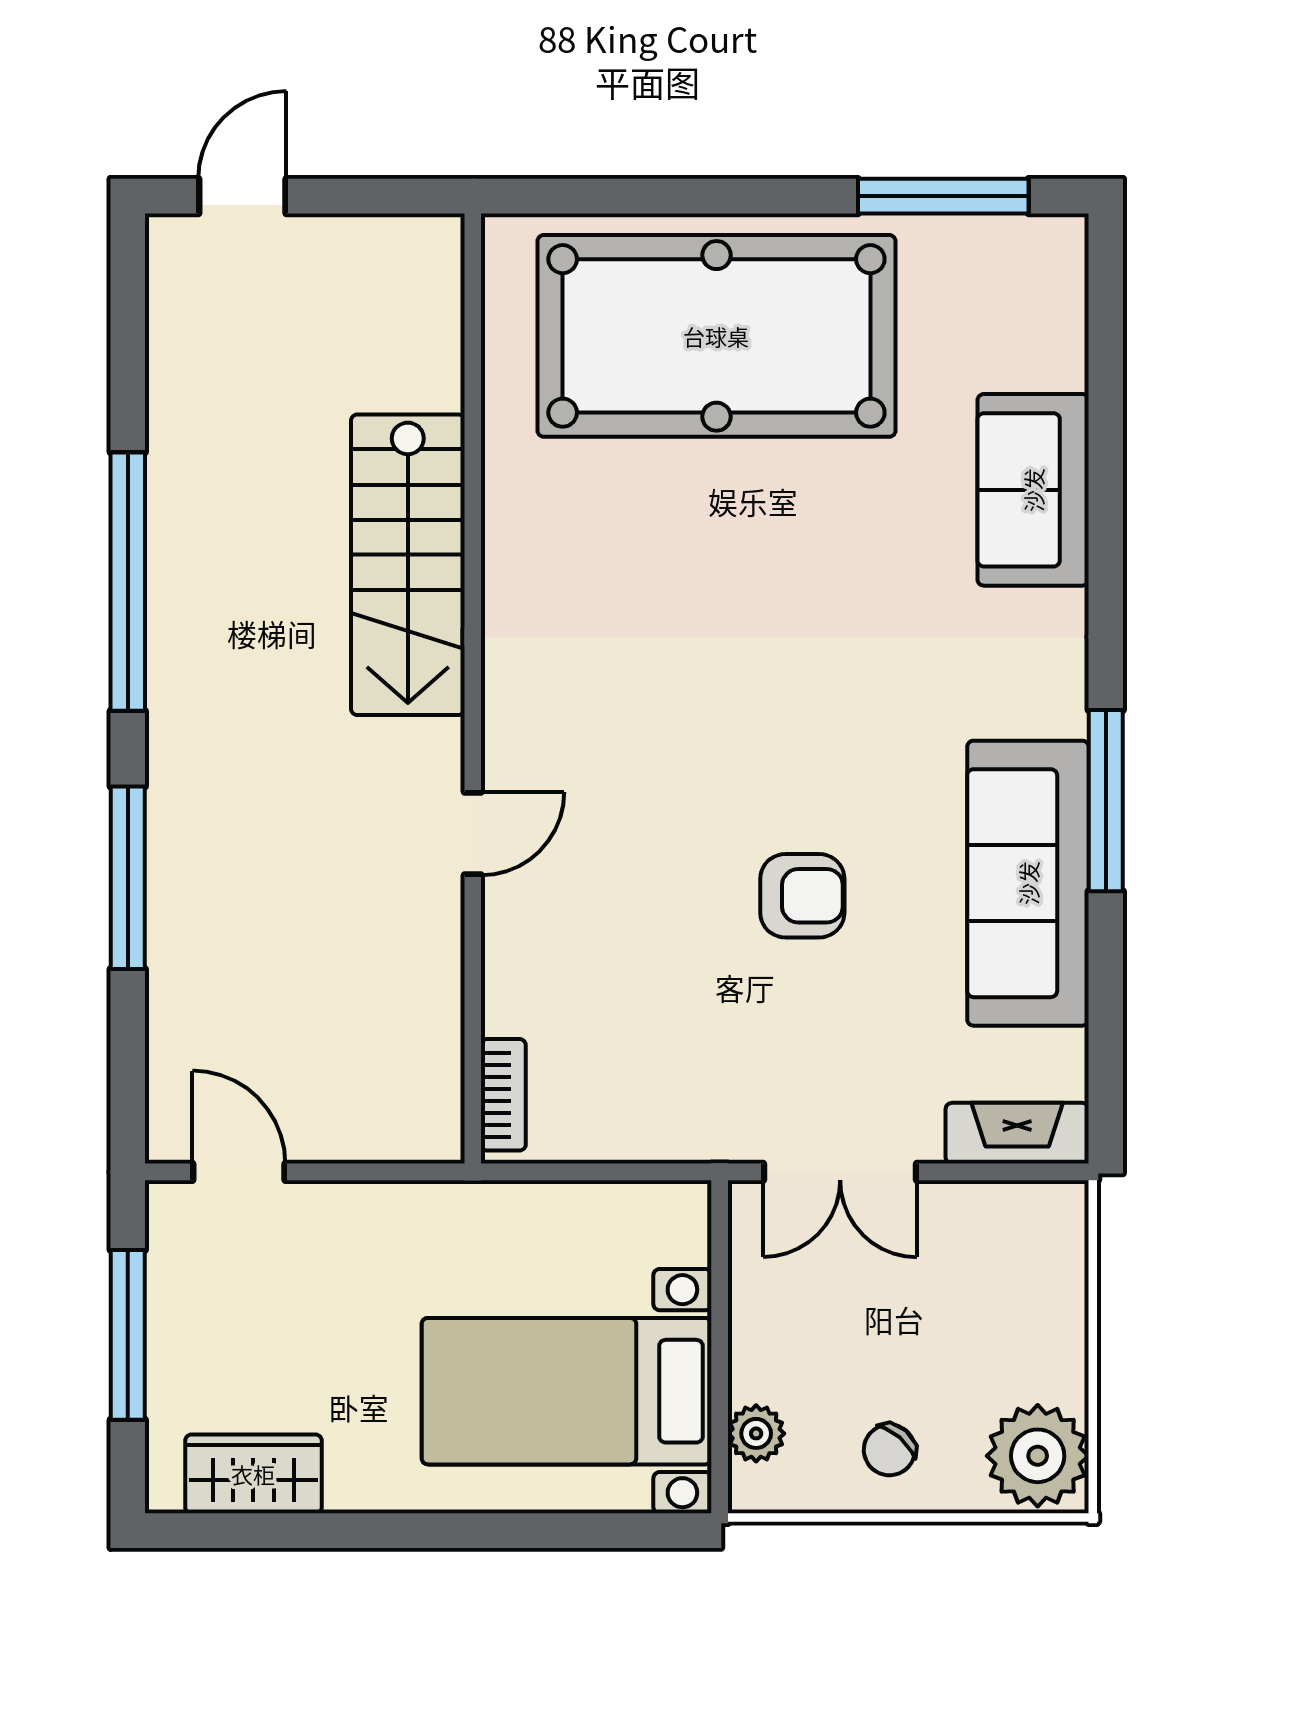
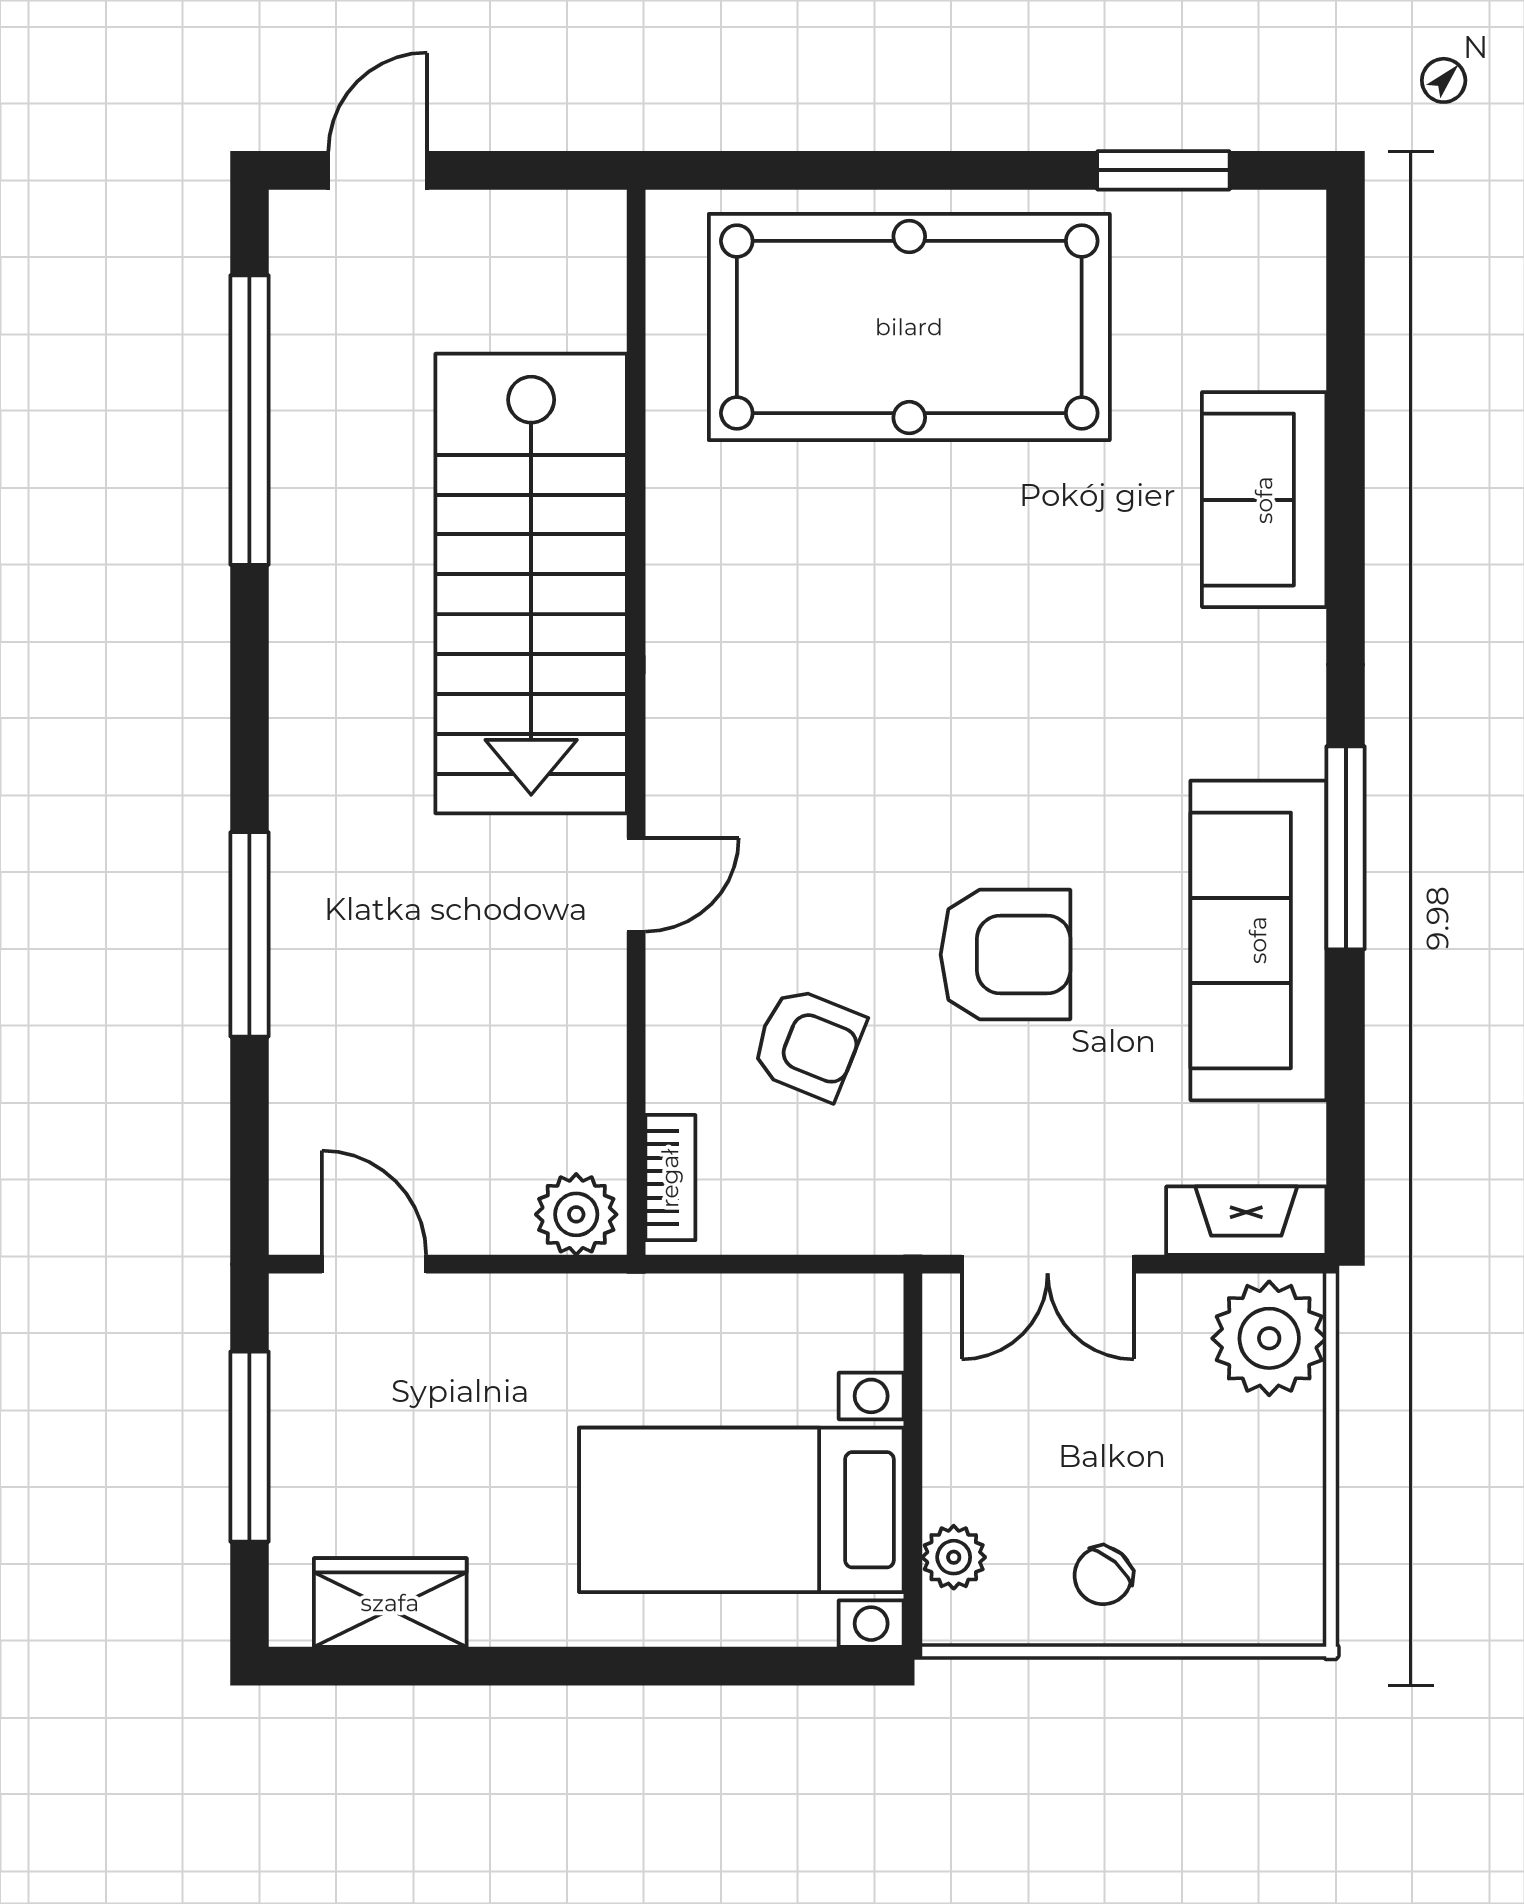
window: (943, 196) -> (1163, 170), width x0.69
stairs: (408, 565) -> (531, 584), width x1.36, depth x1.51
window: (128, 582) -> (249, 420), moved
armchair: (802, 896) -> (1005, 955), width x1.38, depth x1.38
armchair: (626, 975) -> (808, 1044), added
plant: (419, 1128) -> (576, 1214), added
plant: (1038, 1456) -> (1269, 1338), moved

